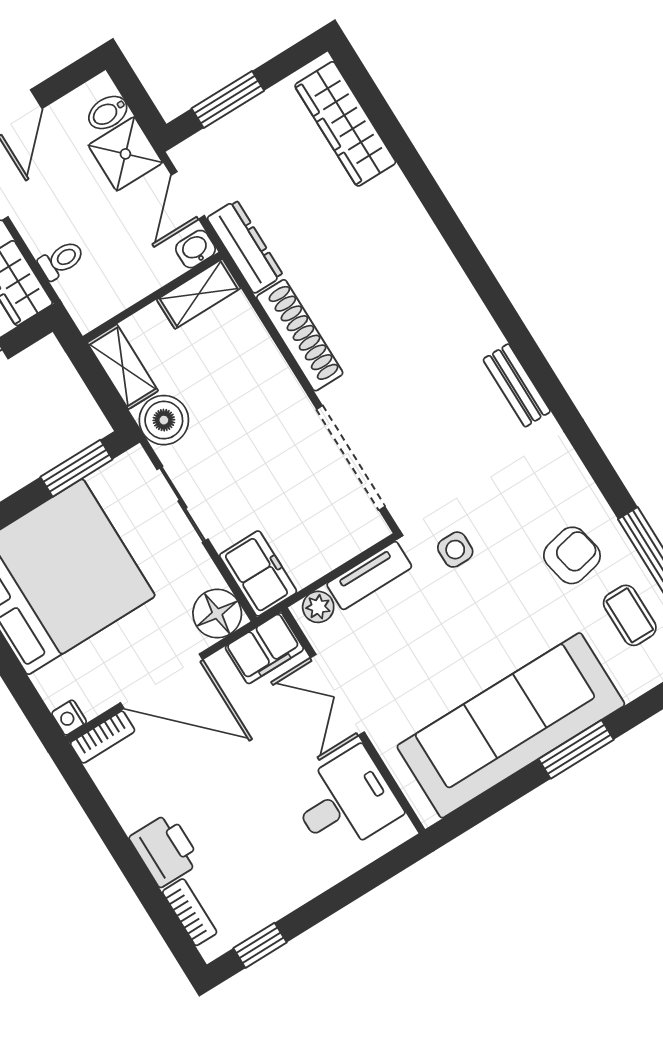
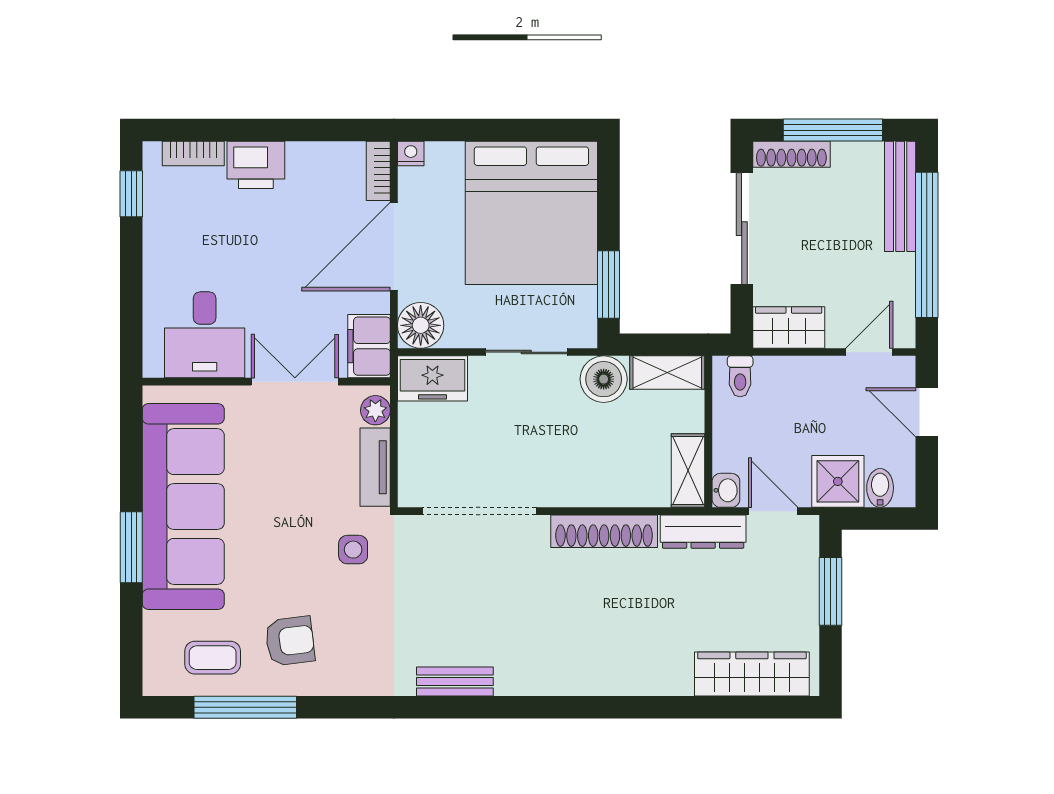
toilet: (61, 260) -> (740, 376), moved
armchair: (572, 555) -> (290, 641), turned -85

